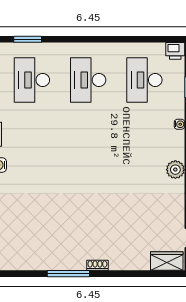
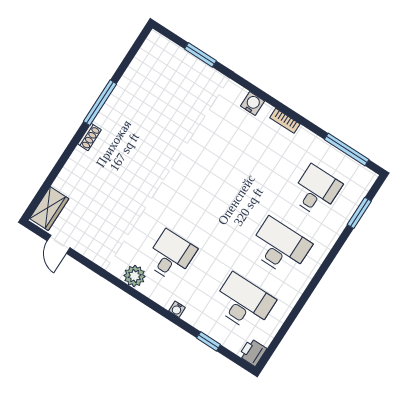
desk: (32, 80) -> (316, 191), width x0.73
desk: (144, 153) -> (171, 256), added

